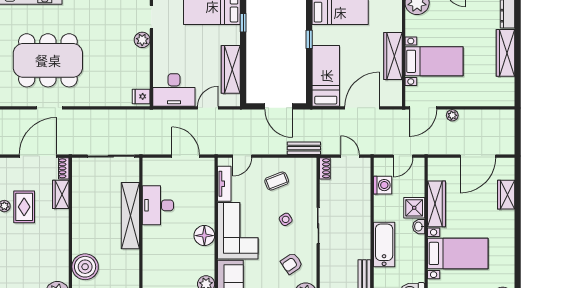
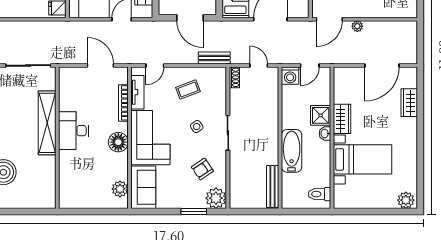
washing machine: (383, 185) -> (290, 76), moved, turned 90
bookcase: (210, 195) -> (123, 103), added
wardrobe: (436, 204) -> (342, 119), width x0.67
desk: (158, 205) -> (74, 131), moved

